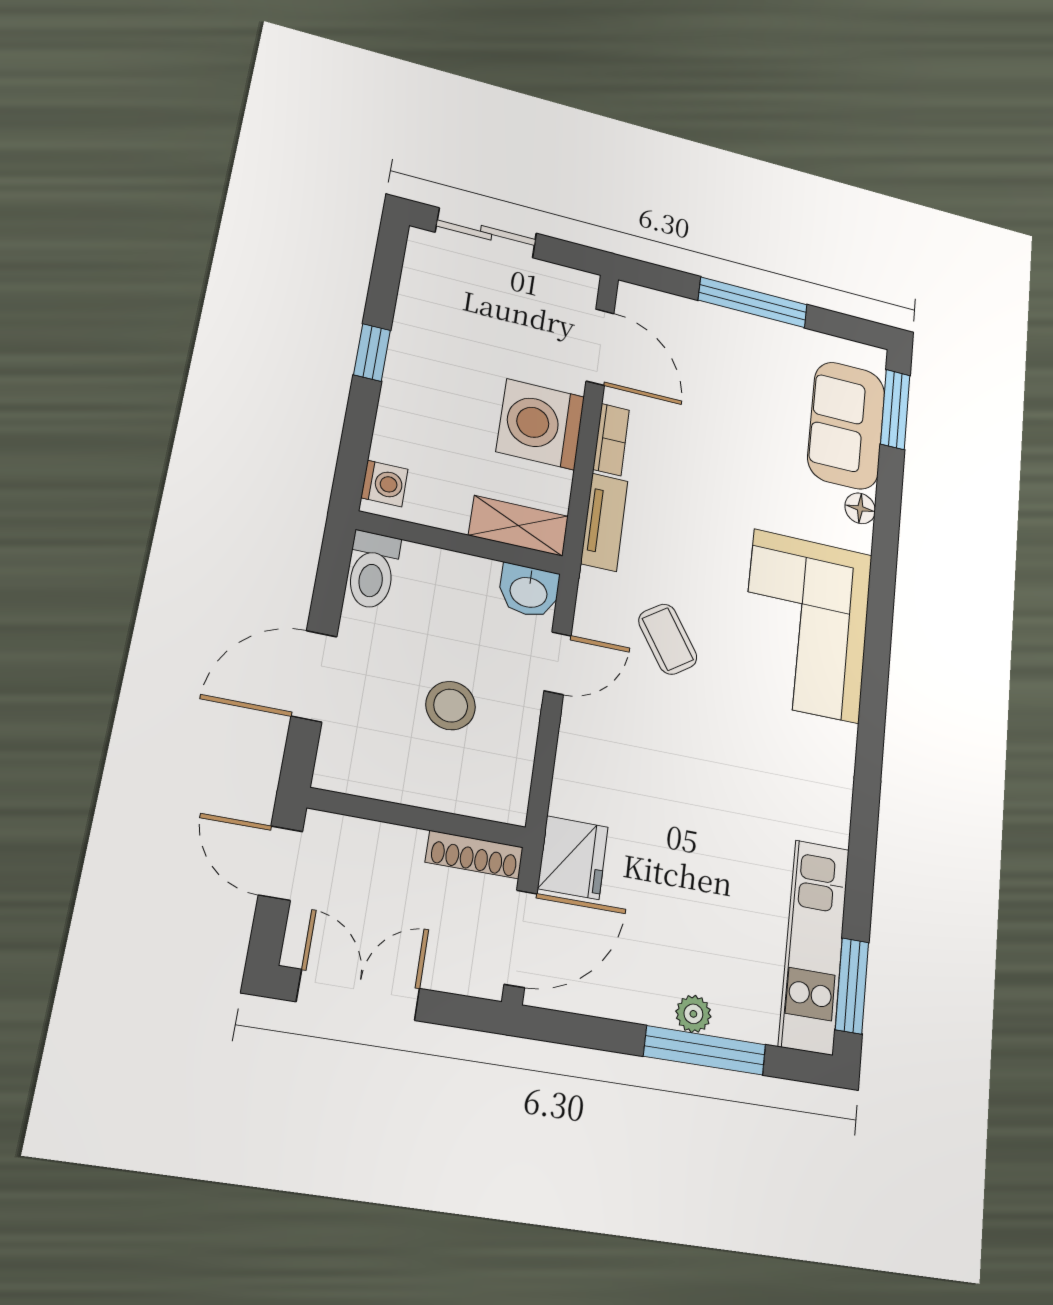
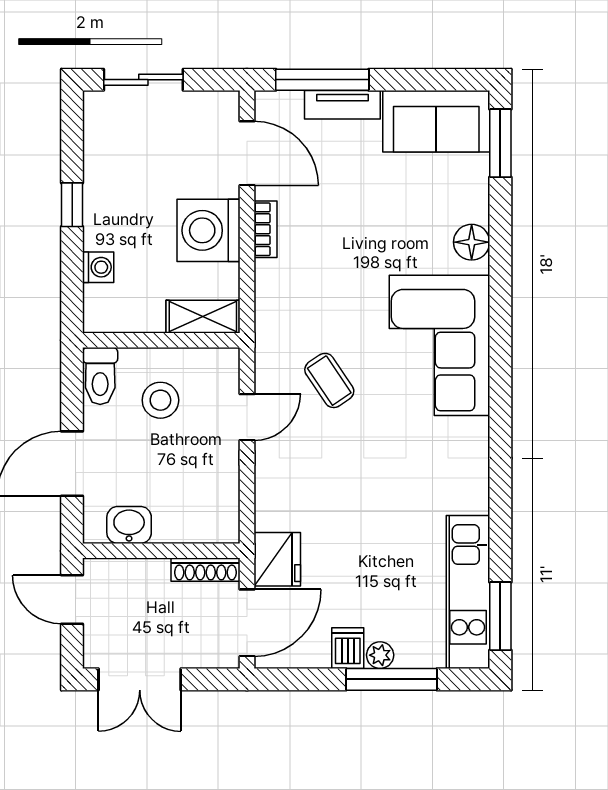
window: (753, 302) -> (322, 80), moved
sofa: (846, 425) -> (436, 121), moved, turned -90
washing machine: (385, 483) -> (98, 267), moved
floor lamp: (860, 508) -> (472, 242), width x1.37, depth x1.37
tv unit: (604, 522) -> (342, 105), moved, turned 90
washbasin: (529, 591) -> (129, 525), moved, turned 180
stool: (451, 706) -> (160, 400), moved
double door: (358, 995) -> (140, 679), swing flipped
dishwasher: (652, 997) -> (348, 648), added

